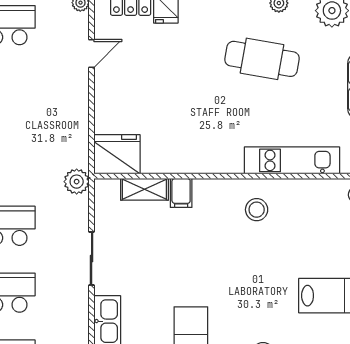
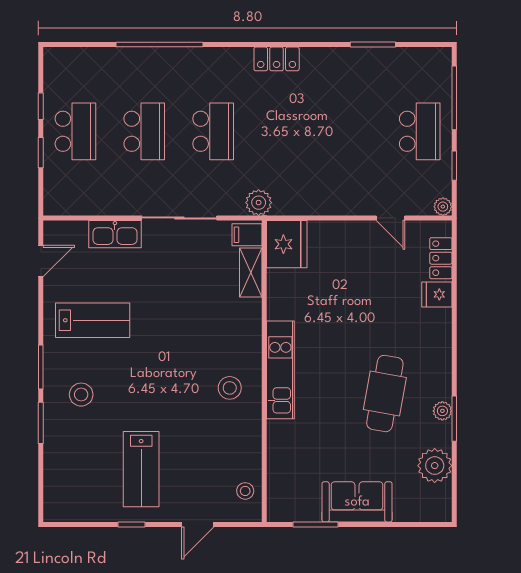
kitchen unit: (292, 160) -> (280, 370), moved
filing cabinet: (181, 193) -> (247, 235), moved
sliding door: (92, 258) -> (179, 218), width x1.37

